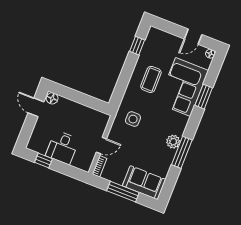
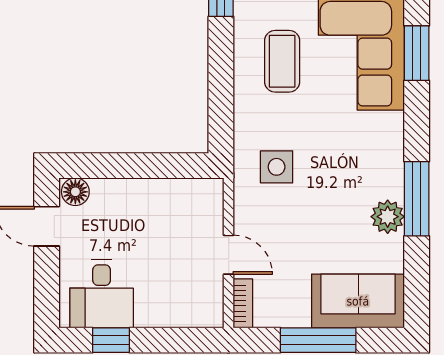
plant: (173, 142) -> (388, 217), moved
door: (101, 145) -> (229, 255), hinge flipped
desk: (62, 147) -> (102, 294), moved

